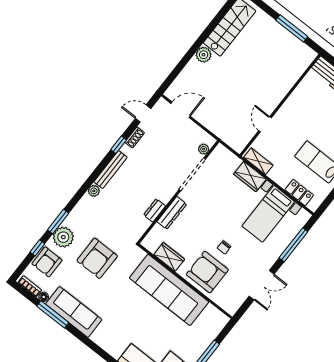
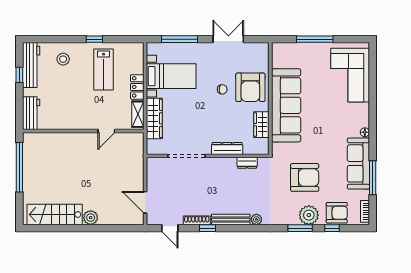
window: (292, 28) -> (19, 167), width x1.46
shoe rack: (135, 138) -> (197, 220), width x1.43
plant: (204, 149) -> (161, 162), removed
wardrobe: (250, 177) -> (154, 118), width x1.50
locker: (299, 193) -> (137, 87), moved
dresser: (155, 210) -> (247, 163), moved
floor lamp: (44, 297) -> (365, 132), moved

